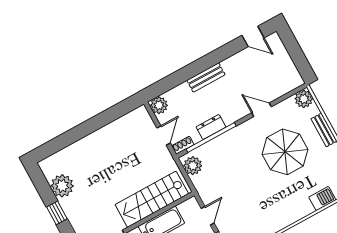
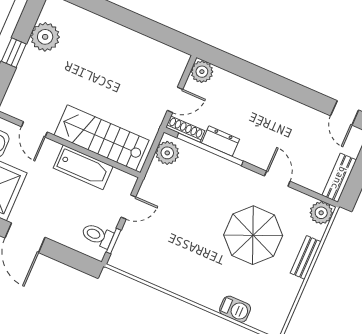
bench: (206, 77) -> (339, 178), moved, turned 90
shoe rack: (183, 145) -> (185, 129), width x1.43

